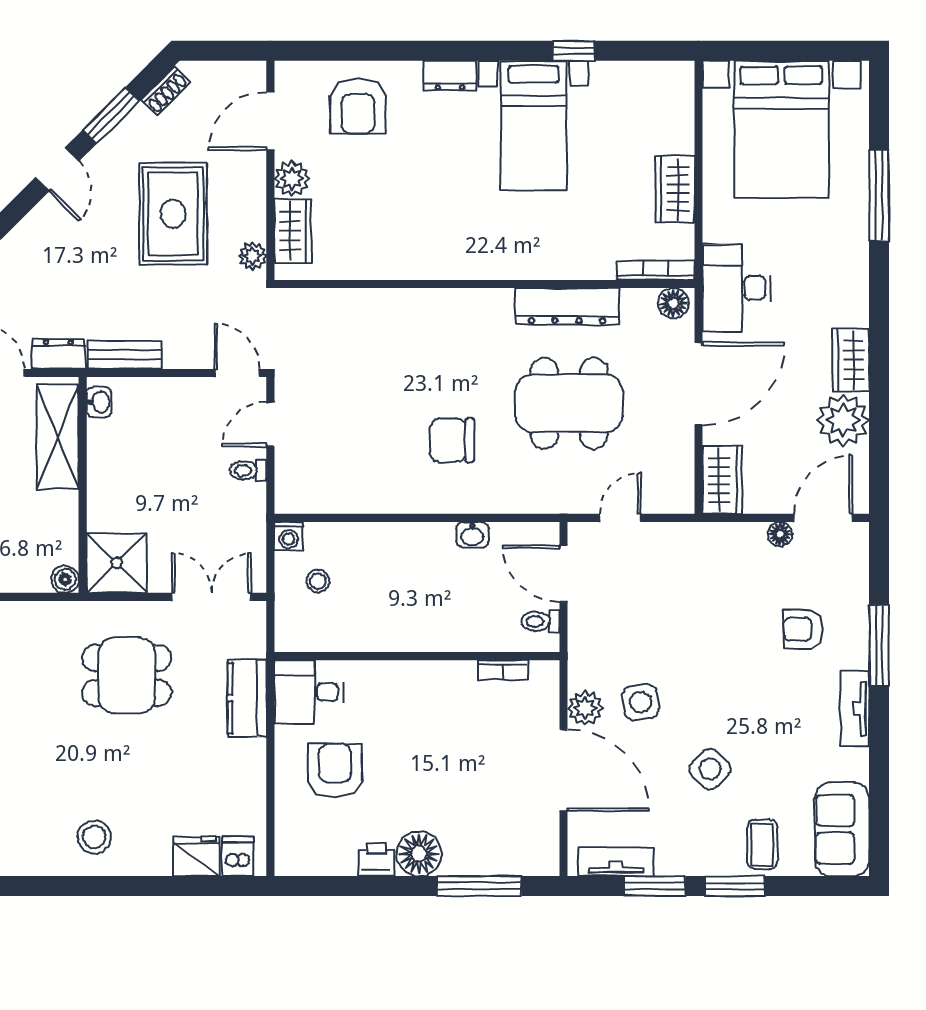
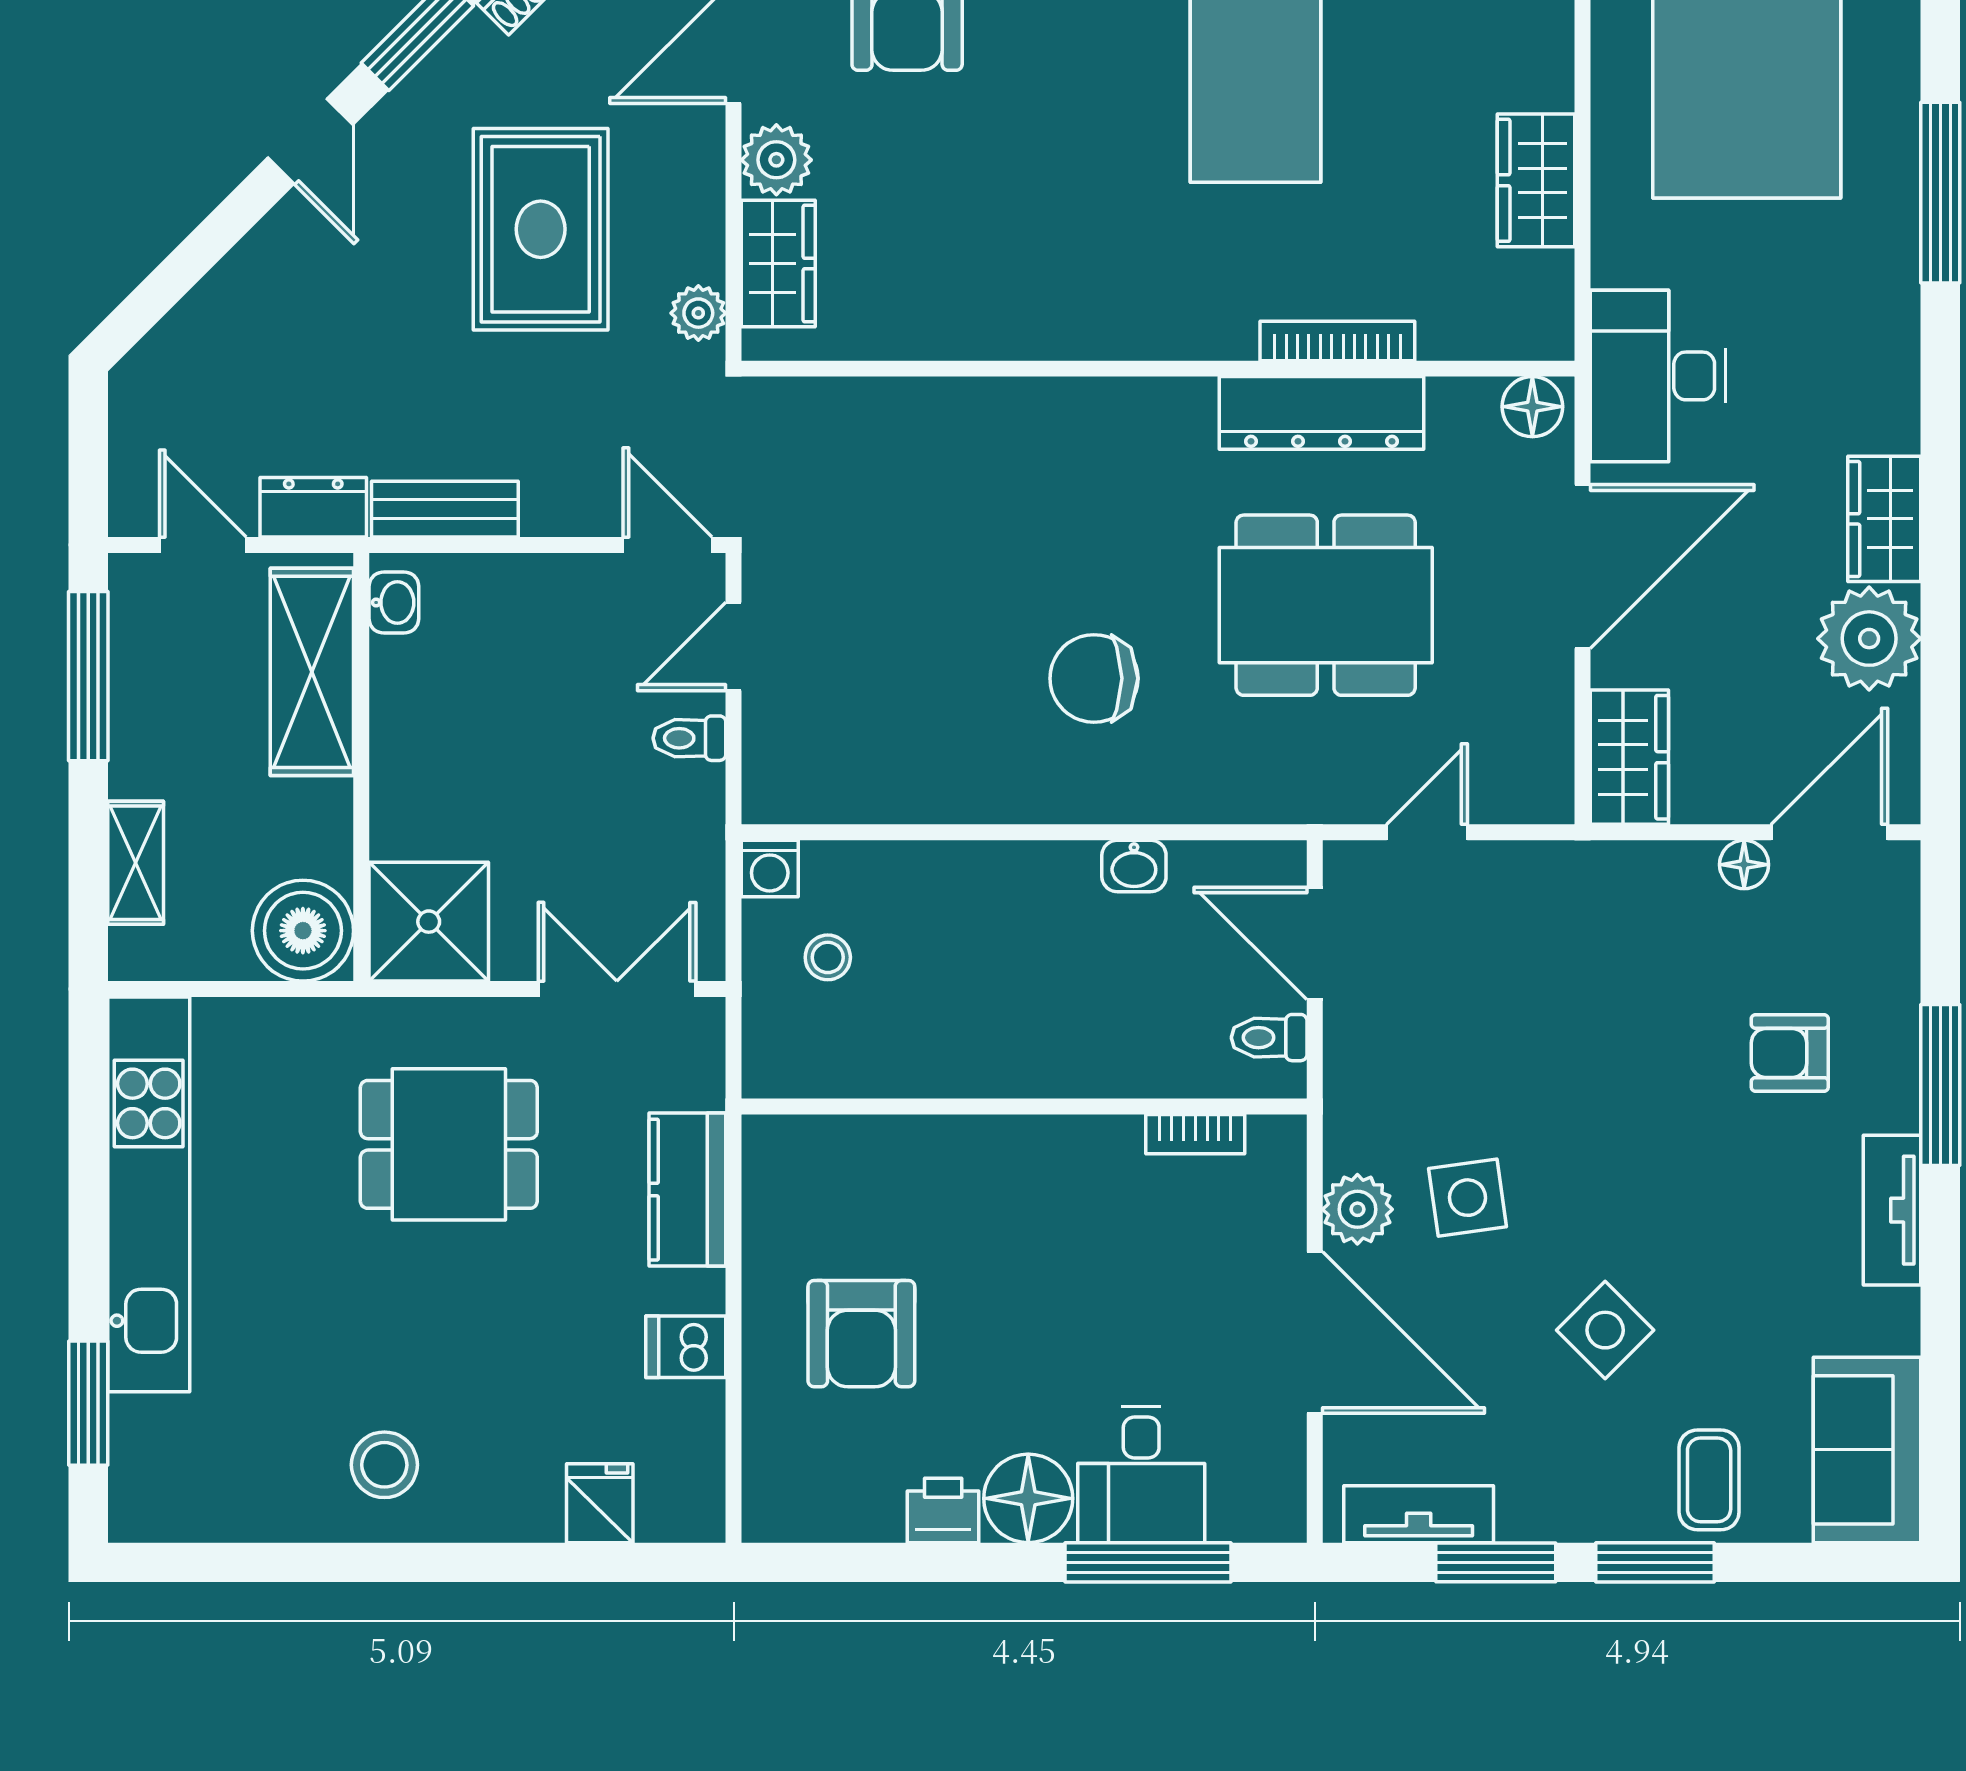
bookcase: (656, 270) -> (1337, 341), moved
boiler: (65, 579) -> (303, 931), width x1.86, depth x1.86
desk: (309, 692) -> (1141, 1474), moved, turned -90
armchair: (335, 771) -> (861, 1334), turned 180
fridge: (196, 856) -> (600, 1503), width x0.72
dishwasher: (238, 856) -> (686, 1347), moved, turned -90

